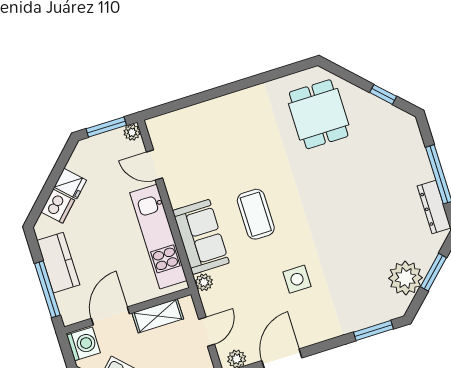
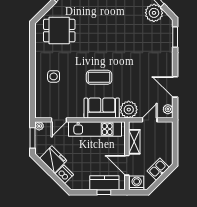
fridge: (70, 184) -> (53, 159), width x1.88, depth x1.34
kitchen counter: (58, 263) -> (104, 183), moved
side table: (297, 279) -> (54, 76), moved
plant: (204, 282) -> (129, 110), width x1.88, depth x1.88
window: (47, 289) -> (104, 192), width x0.46
door: (207, 332) -> (150, 120), hinge flipped

